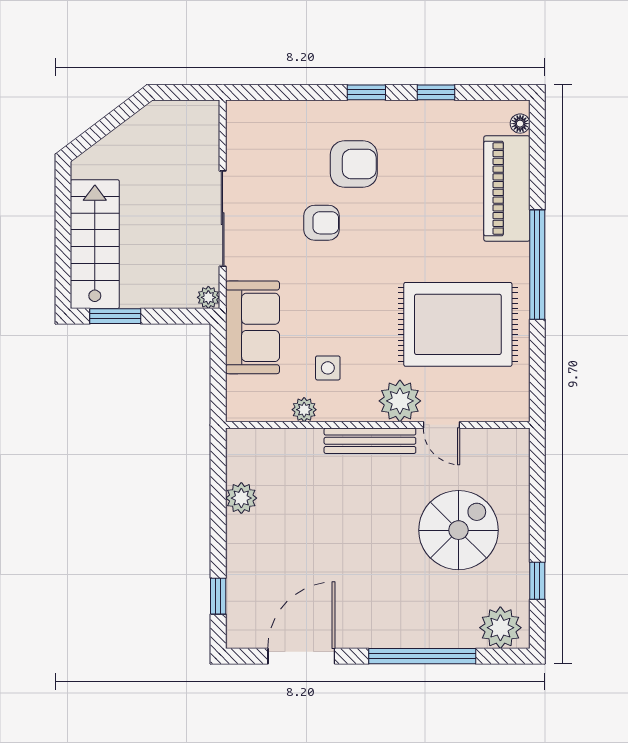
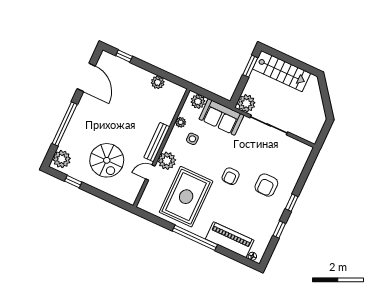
armchair: (322, 223) -> (231, 176), moved
plant: (208, 297) -> (246, 103), width x1.88, depth x1.88
plant: (242, 393) -> (198, 101), added

